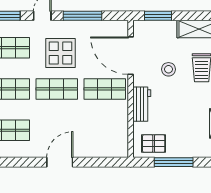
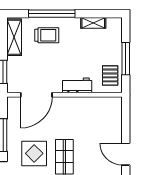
stool: (169, 69) -> (48, 63), removed
shop shelf: (105, 89) -> (64, 116), removed

